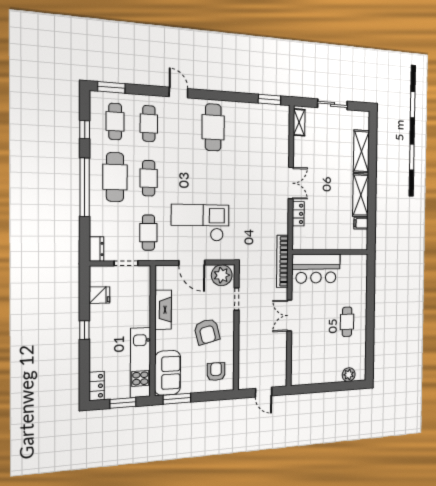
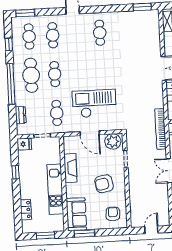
cafe table: (213, 127) -> (100, 33), width x0.73, depth x0.74
dresser: (96, 249) -> (21, 115), moved
fridge: (100, 295) -> (24, 144), moved
window: (84, 330) -> (16, 172), moved
armchair: (207, 332) -> (104, 184), turned 94
kitchen unit: (140, 362) -> (55, 189), moved
locker: (97, 386) -> (26, 210), moved
door: (264, 392) -> (151, 230), swing flipped

